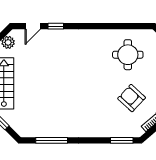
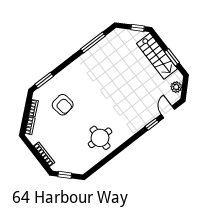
round table: (128, 55) -> (100, 138), moved
armchair: (132, 98) -> (63, 105), moved, turned 39

